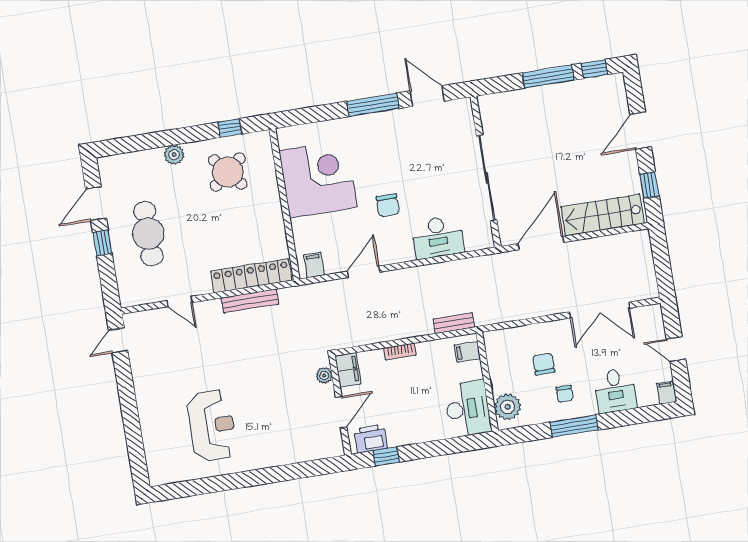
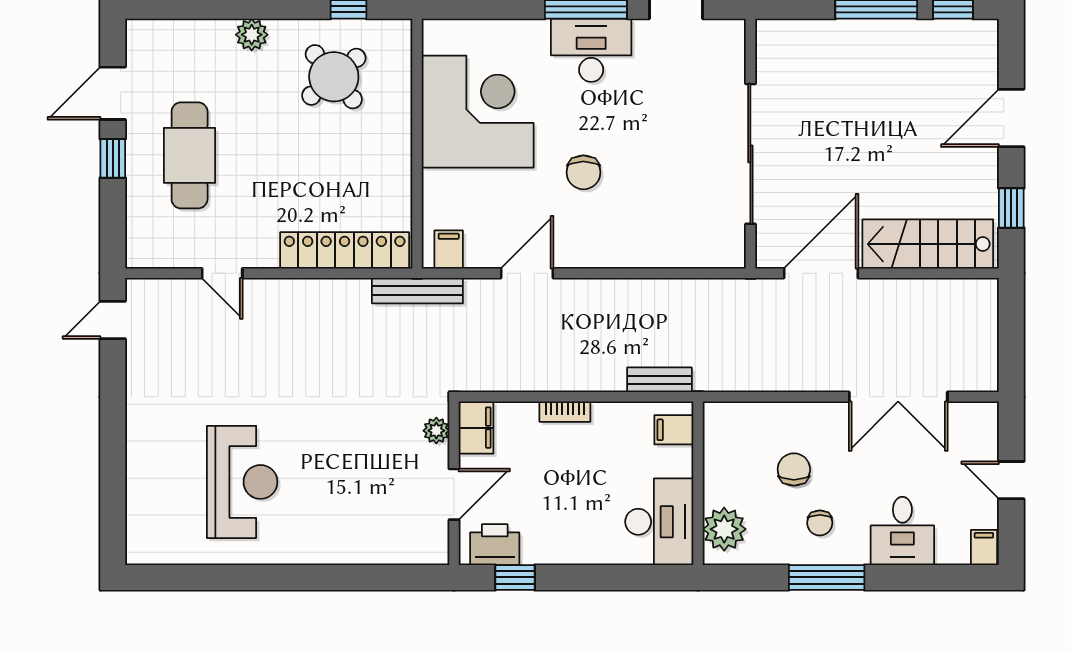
desk: (438, 237) -> (591, 50), moved, turned 180
bench: (250, 301) -> (417, 291), moved

